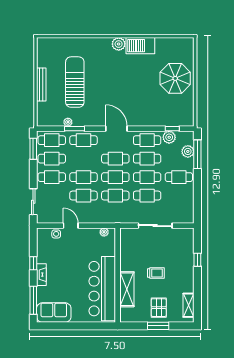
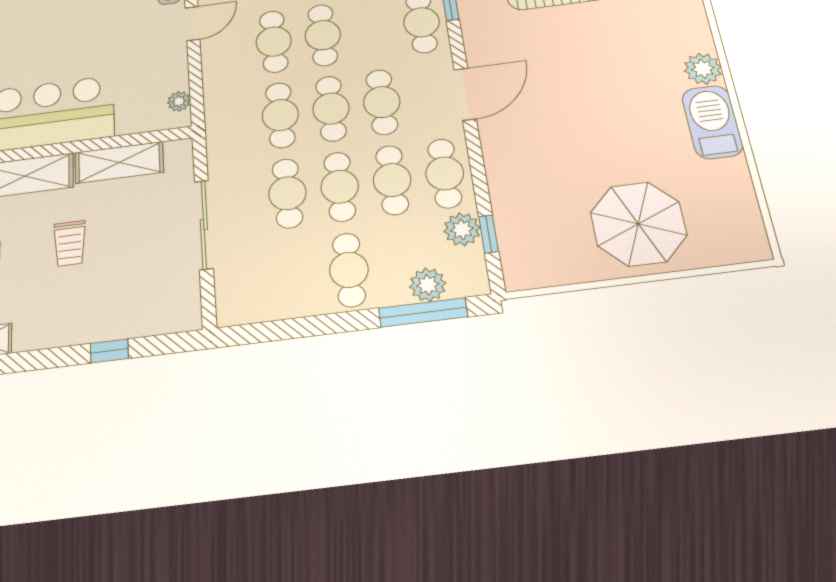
shelving: (126, 255) -> (119, 162), added

